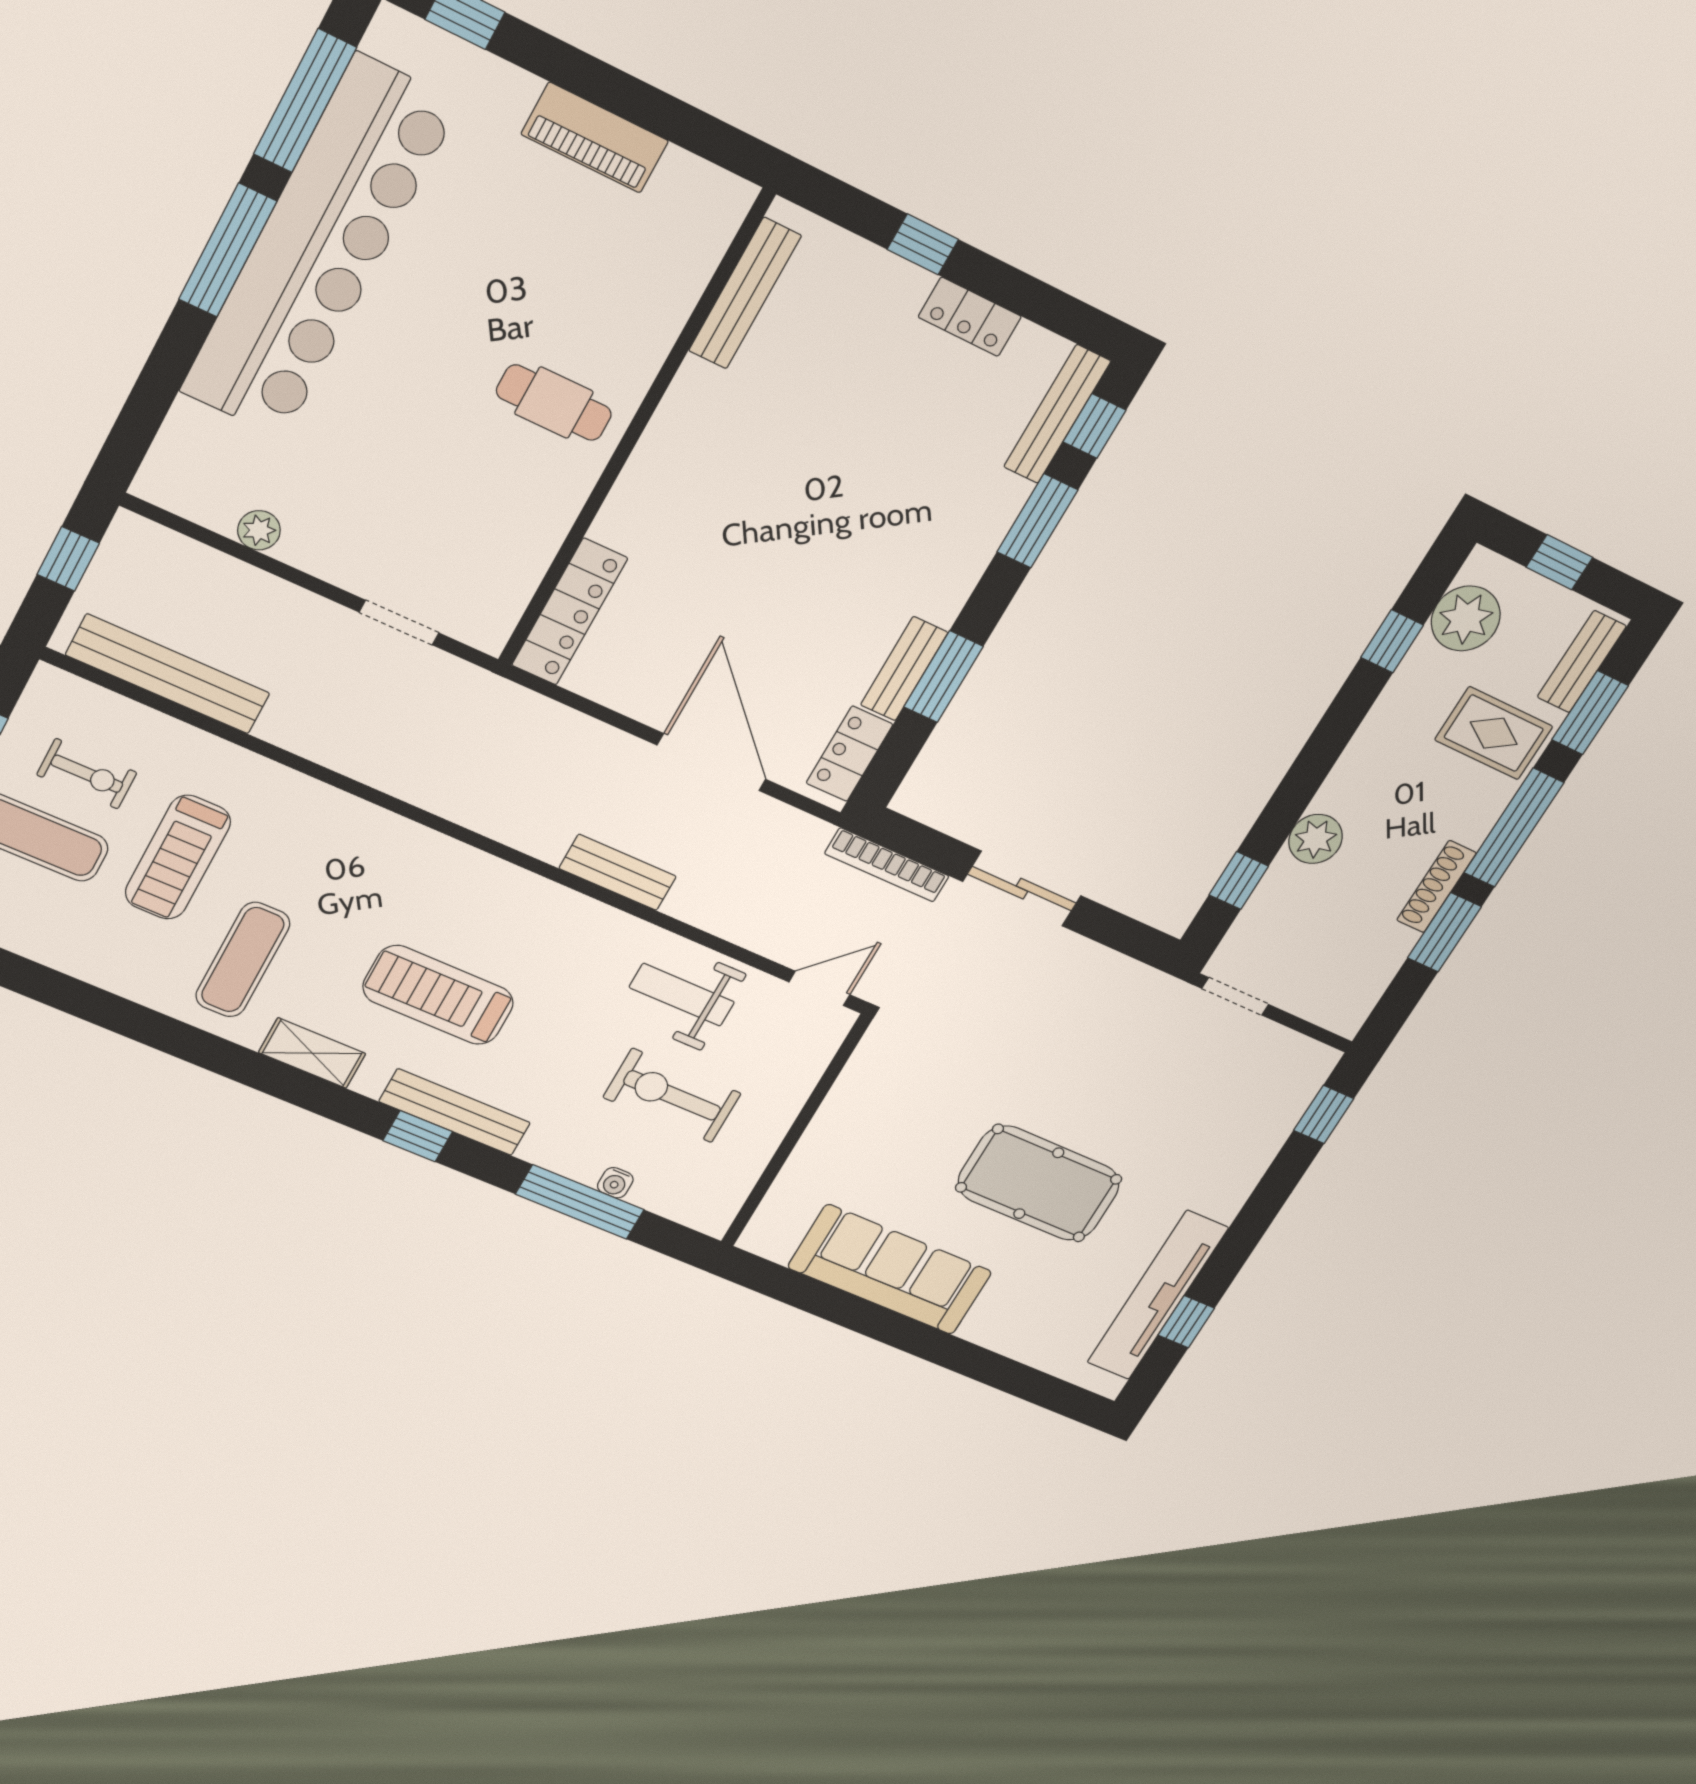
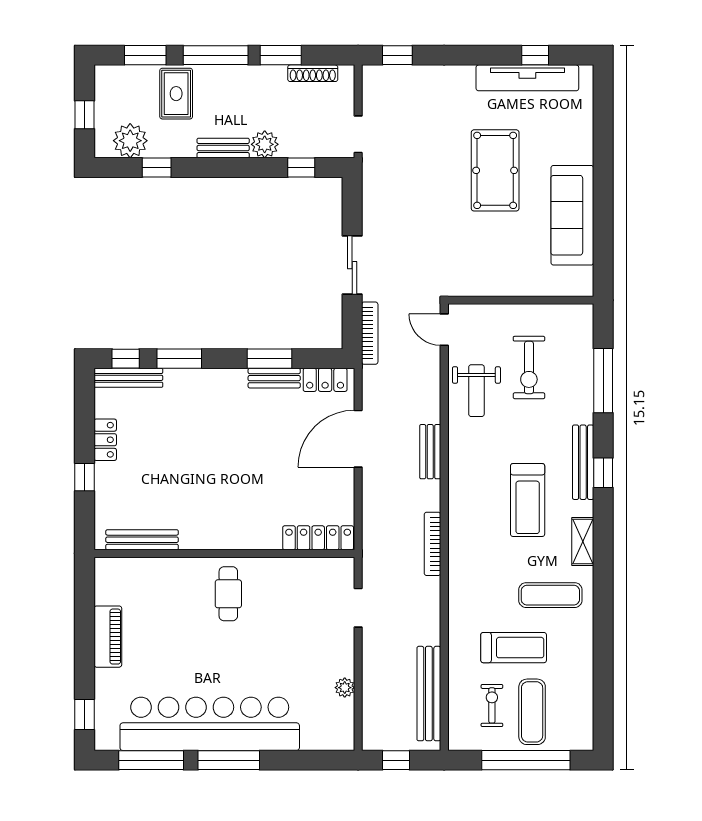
bench: (1582, 662) -> (223, 148), moved
bookcase: (447, 803) -> (432, 544), added
shoe rack: (1436, 887) -> (313, 73), moved
water cooler: (615, 1183) -> (586, 370), removed

